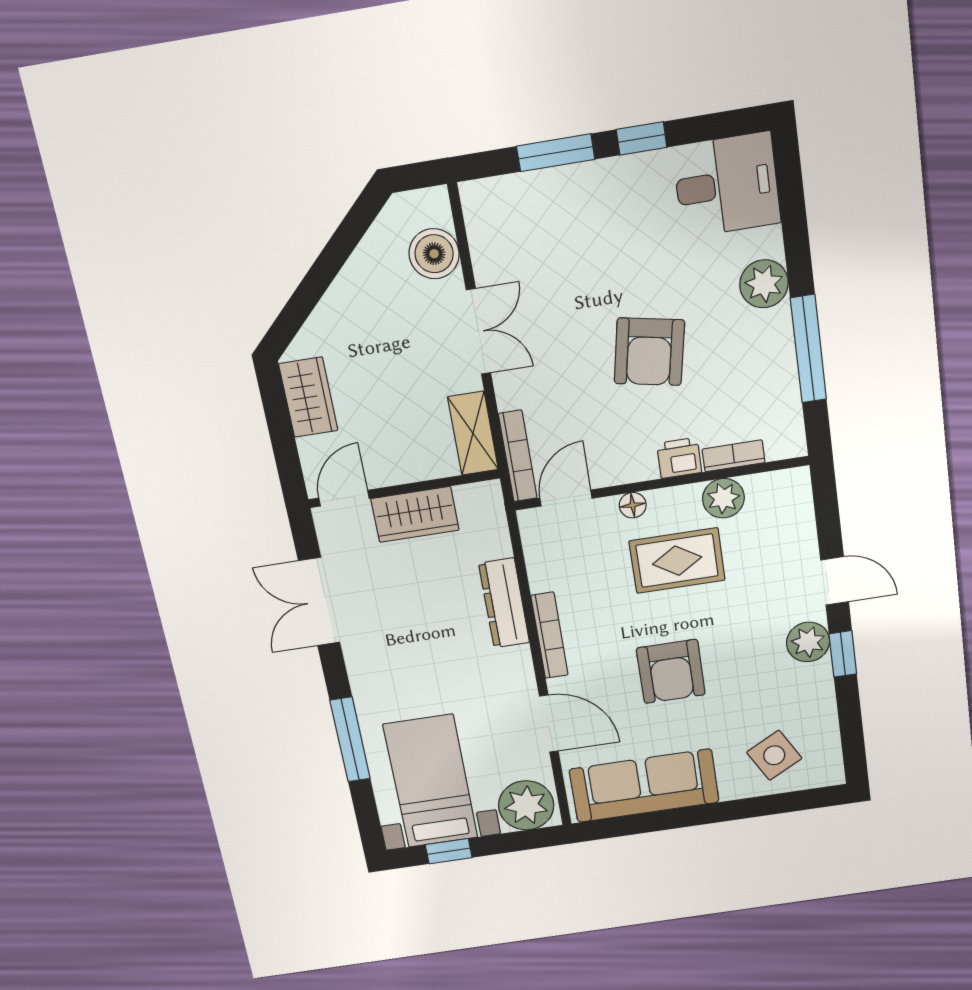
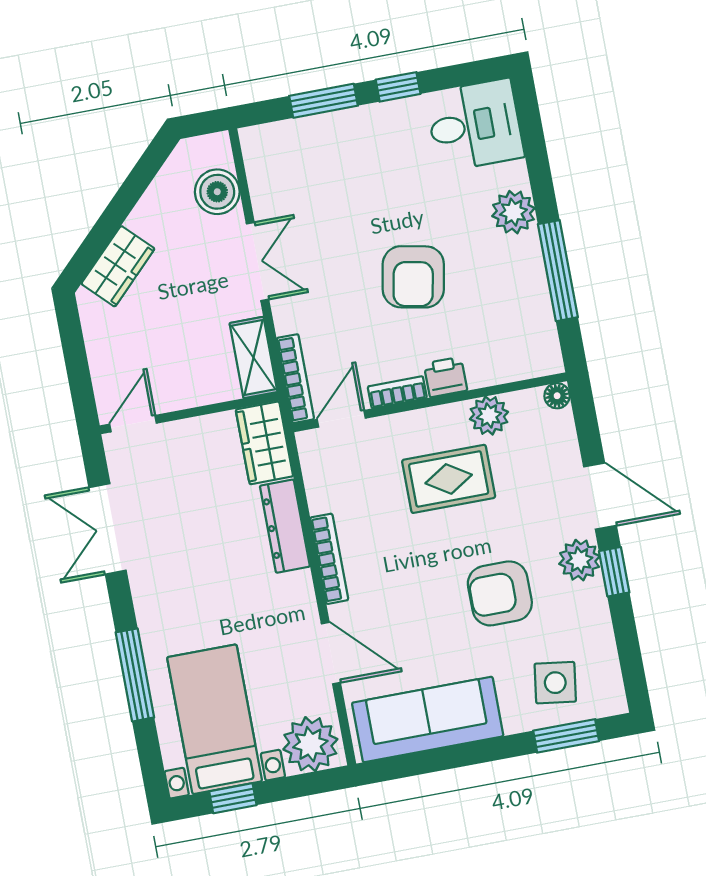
wardrobe: (308, 397) -> (118, 266), moved, turned 45
bookcase: (734, 456) -> (397, 392), moved
floor lamp: (633, 505) -> (557, 396), moved
wardrobe: (415, 514) -> (264, 443), moved, turned 90
door: (835, 581) -> (600, 496), width x1.38
armchair: (671, 671) -> (500, 593), moved, turned 90
side table: (774, 755) -> (555, 683), turned 37
window: (781, 803) -> (566, 736), added

